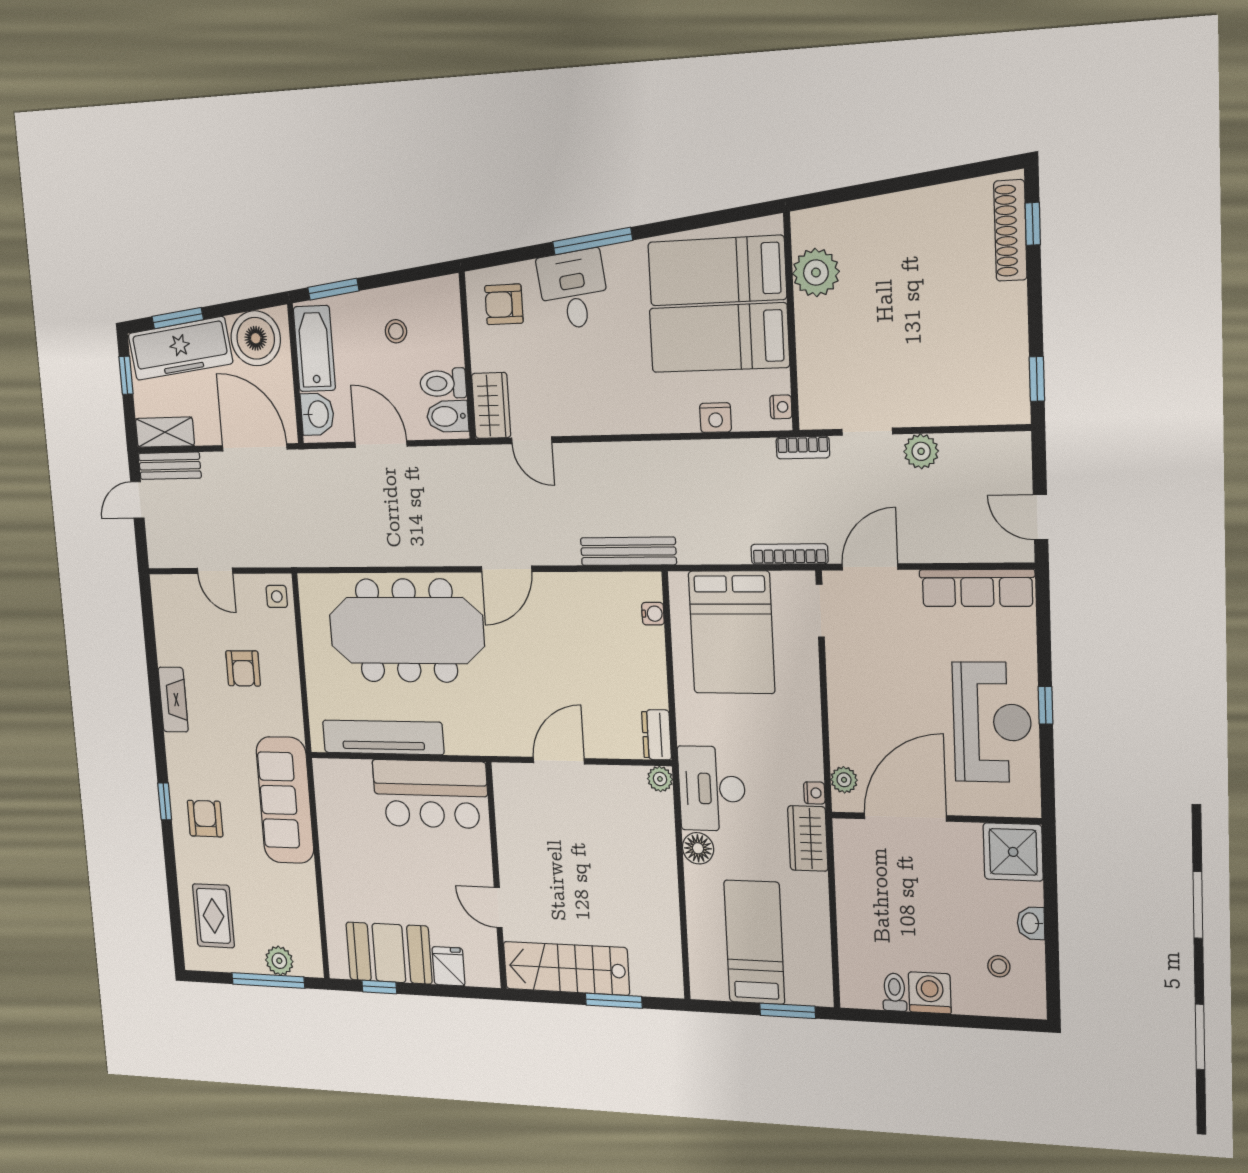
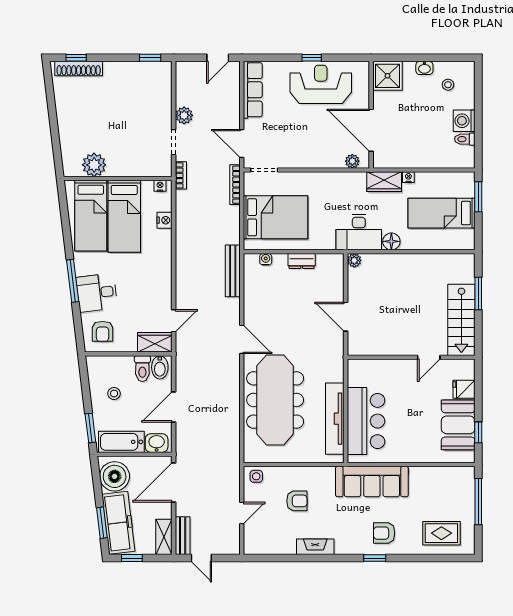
dresser: (657, 735) -> (302, 261), moved
nightstand: (814, 793) -> (408, 177), moved
bar counter: (431, 794) -> (366, 421), moved
plant: (279, 961) -> (466, 493), removed

